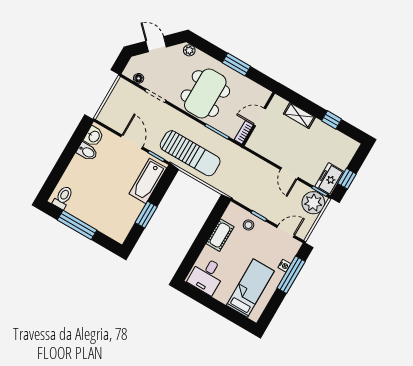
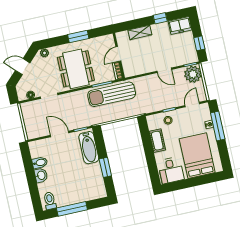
washbasin: (94, 136) -> (41, 175), moved
sun lounger: (190, 153) -> (112, 94), moved, turned 180
freezer: (330, 179) -> (180, 26), moved, turned -90
bed: (250, 288) -> (197, 156), width x1.50

